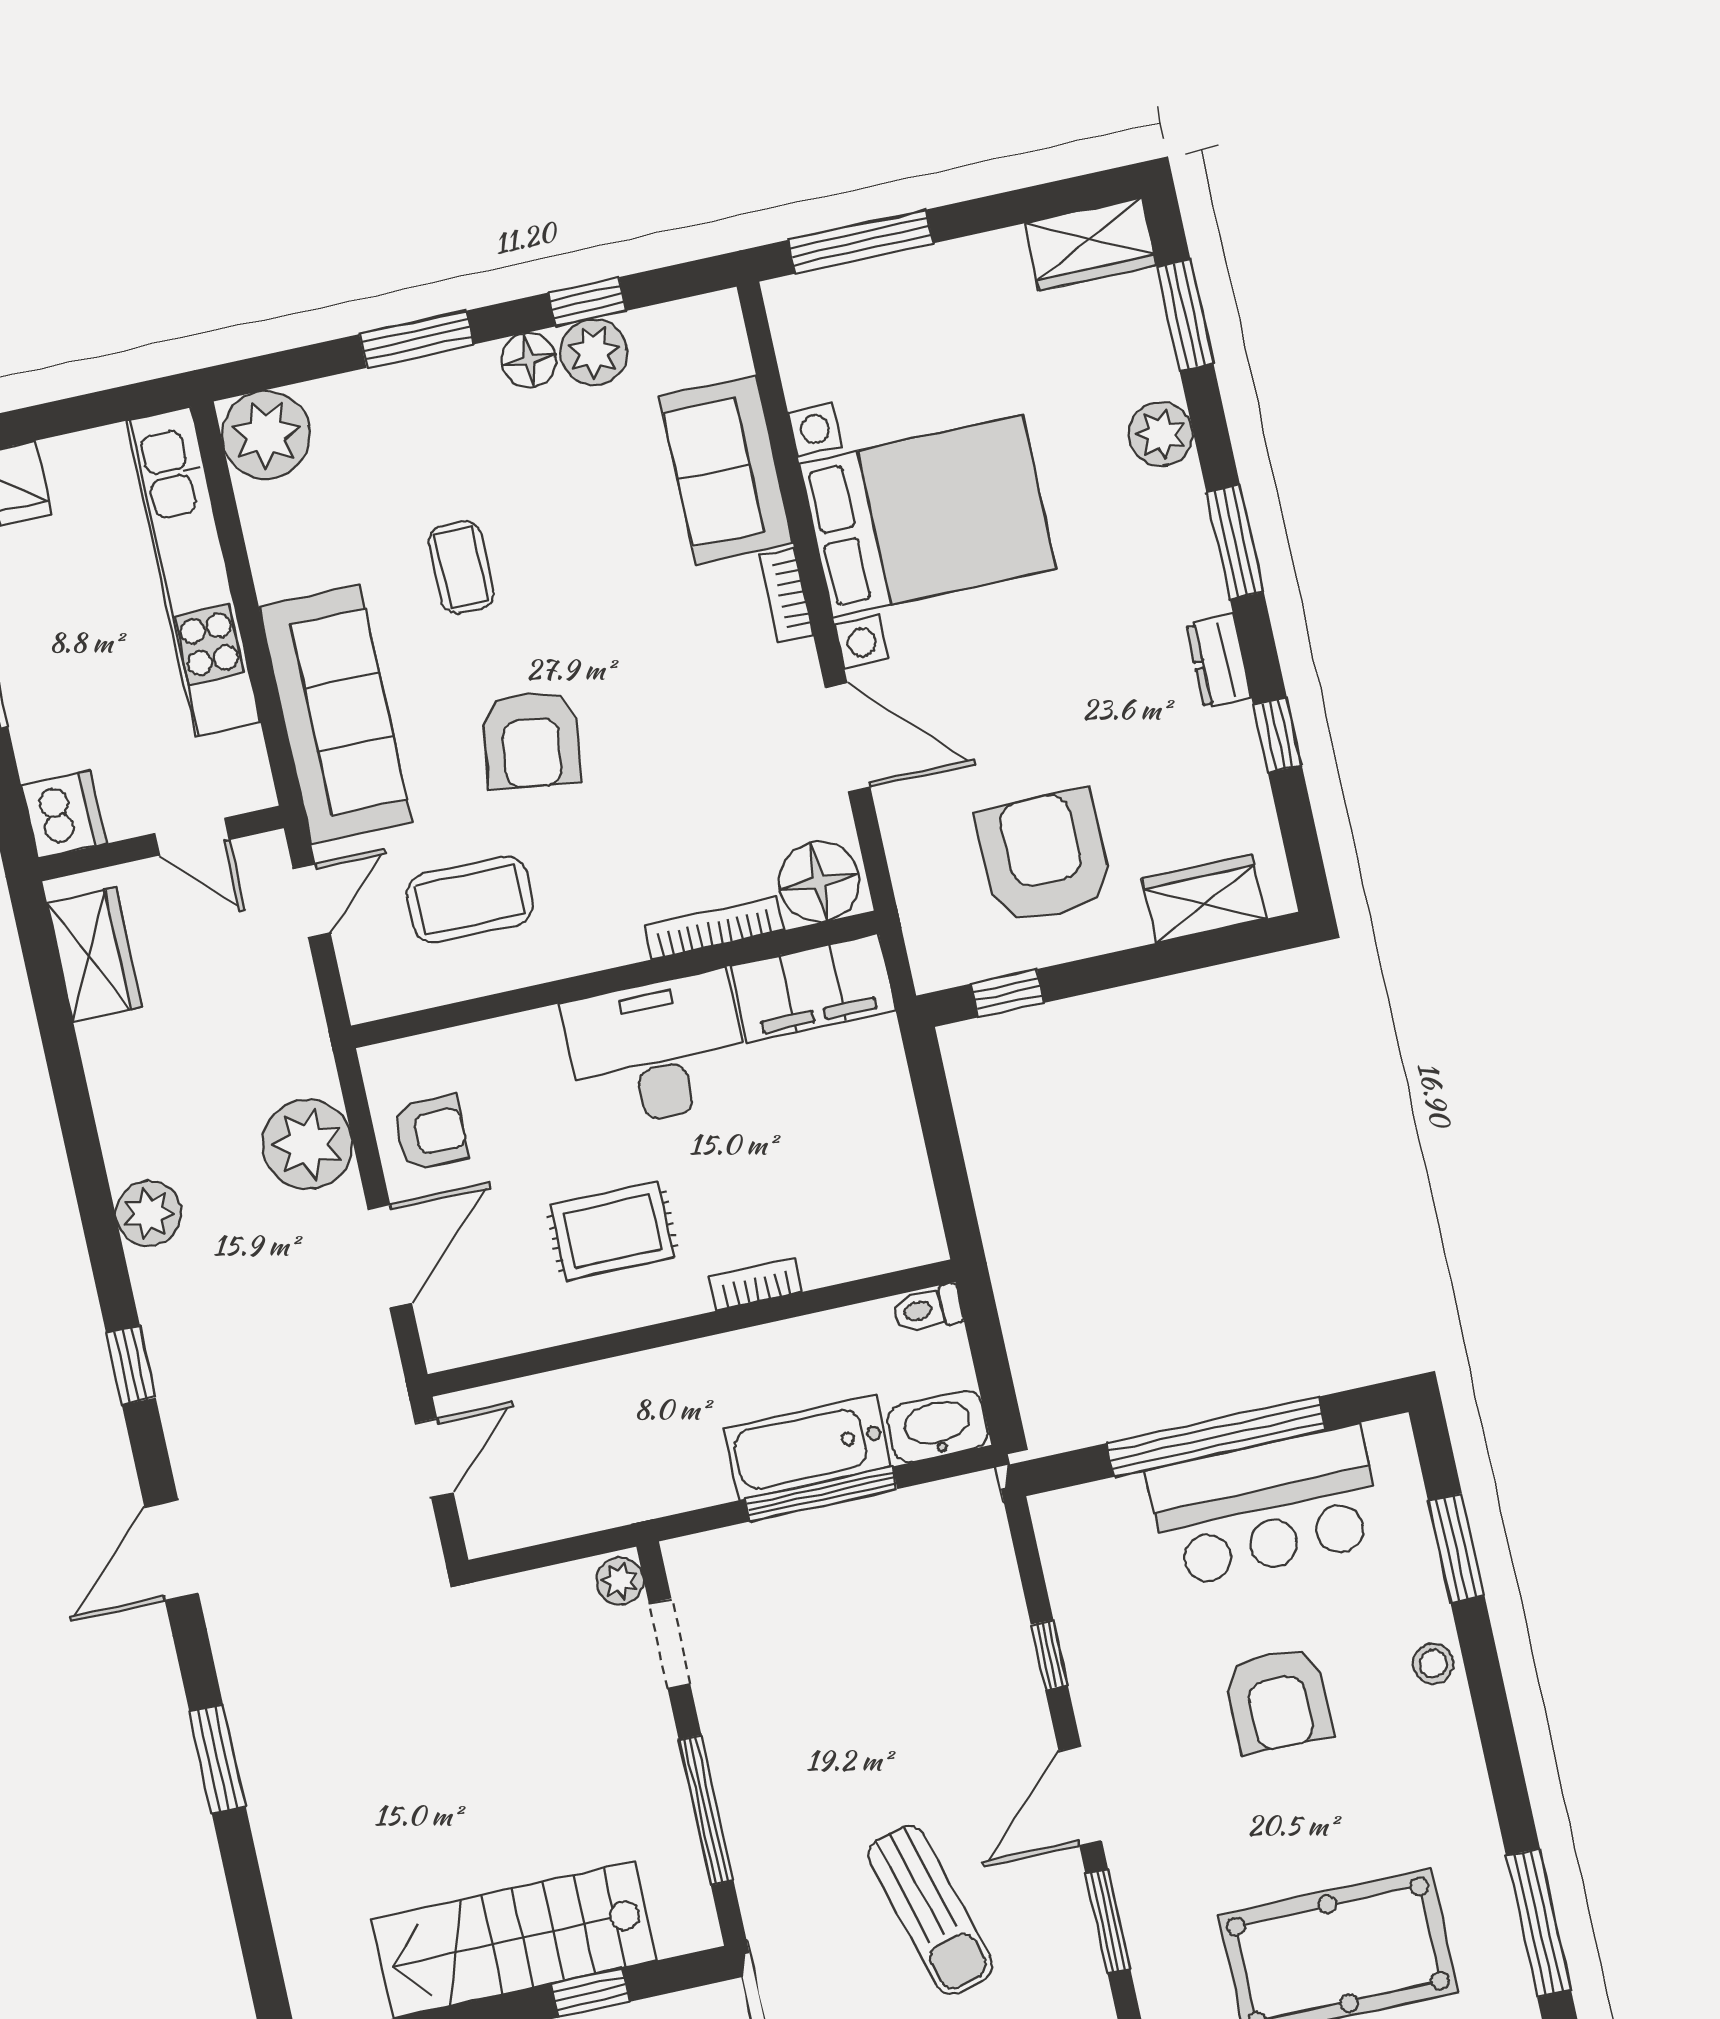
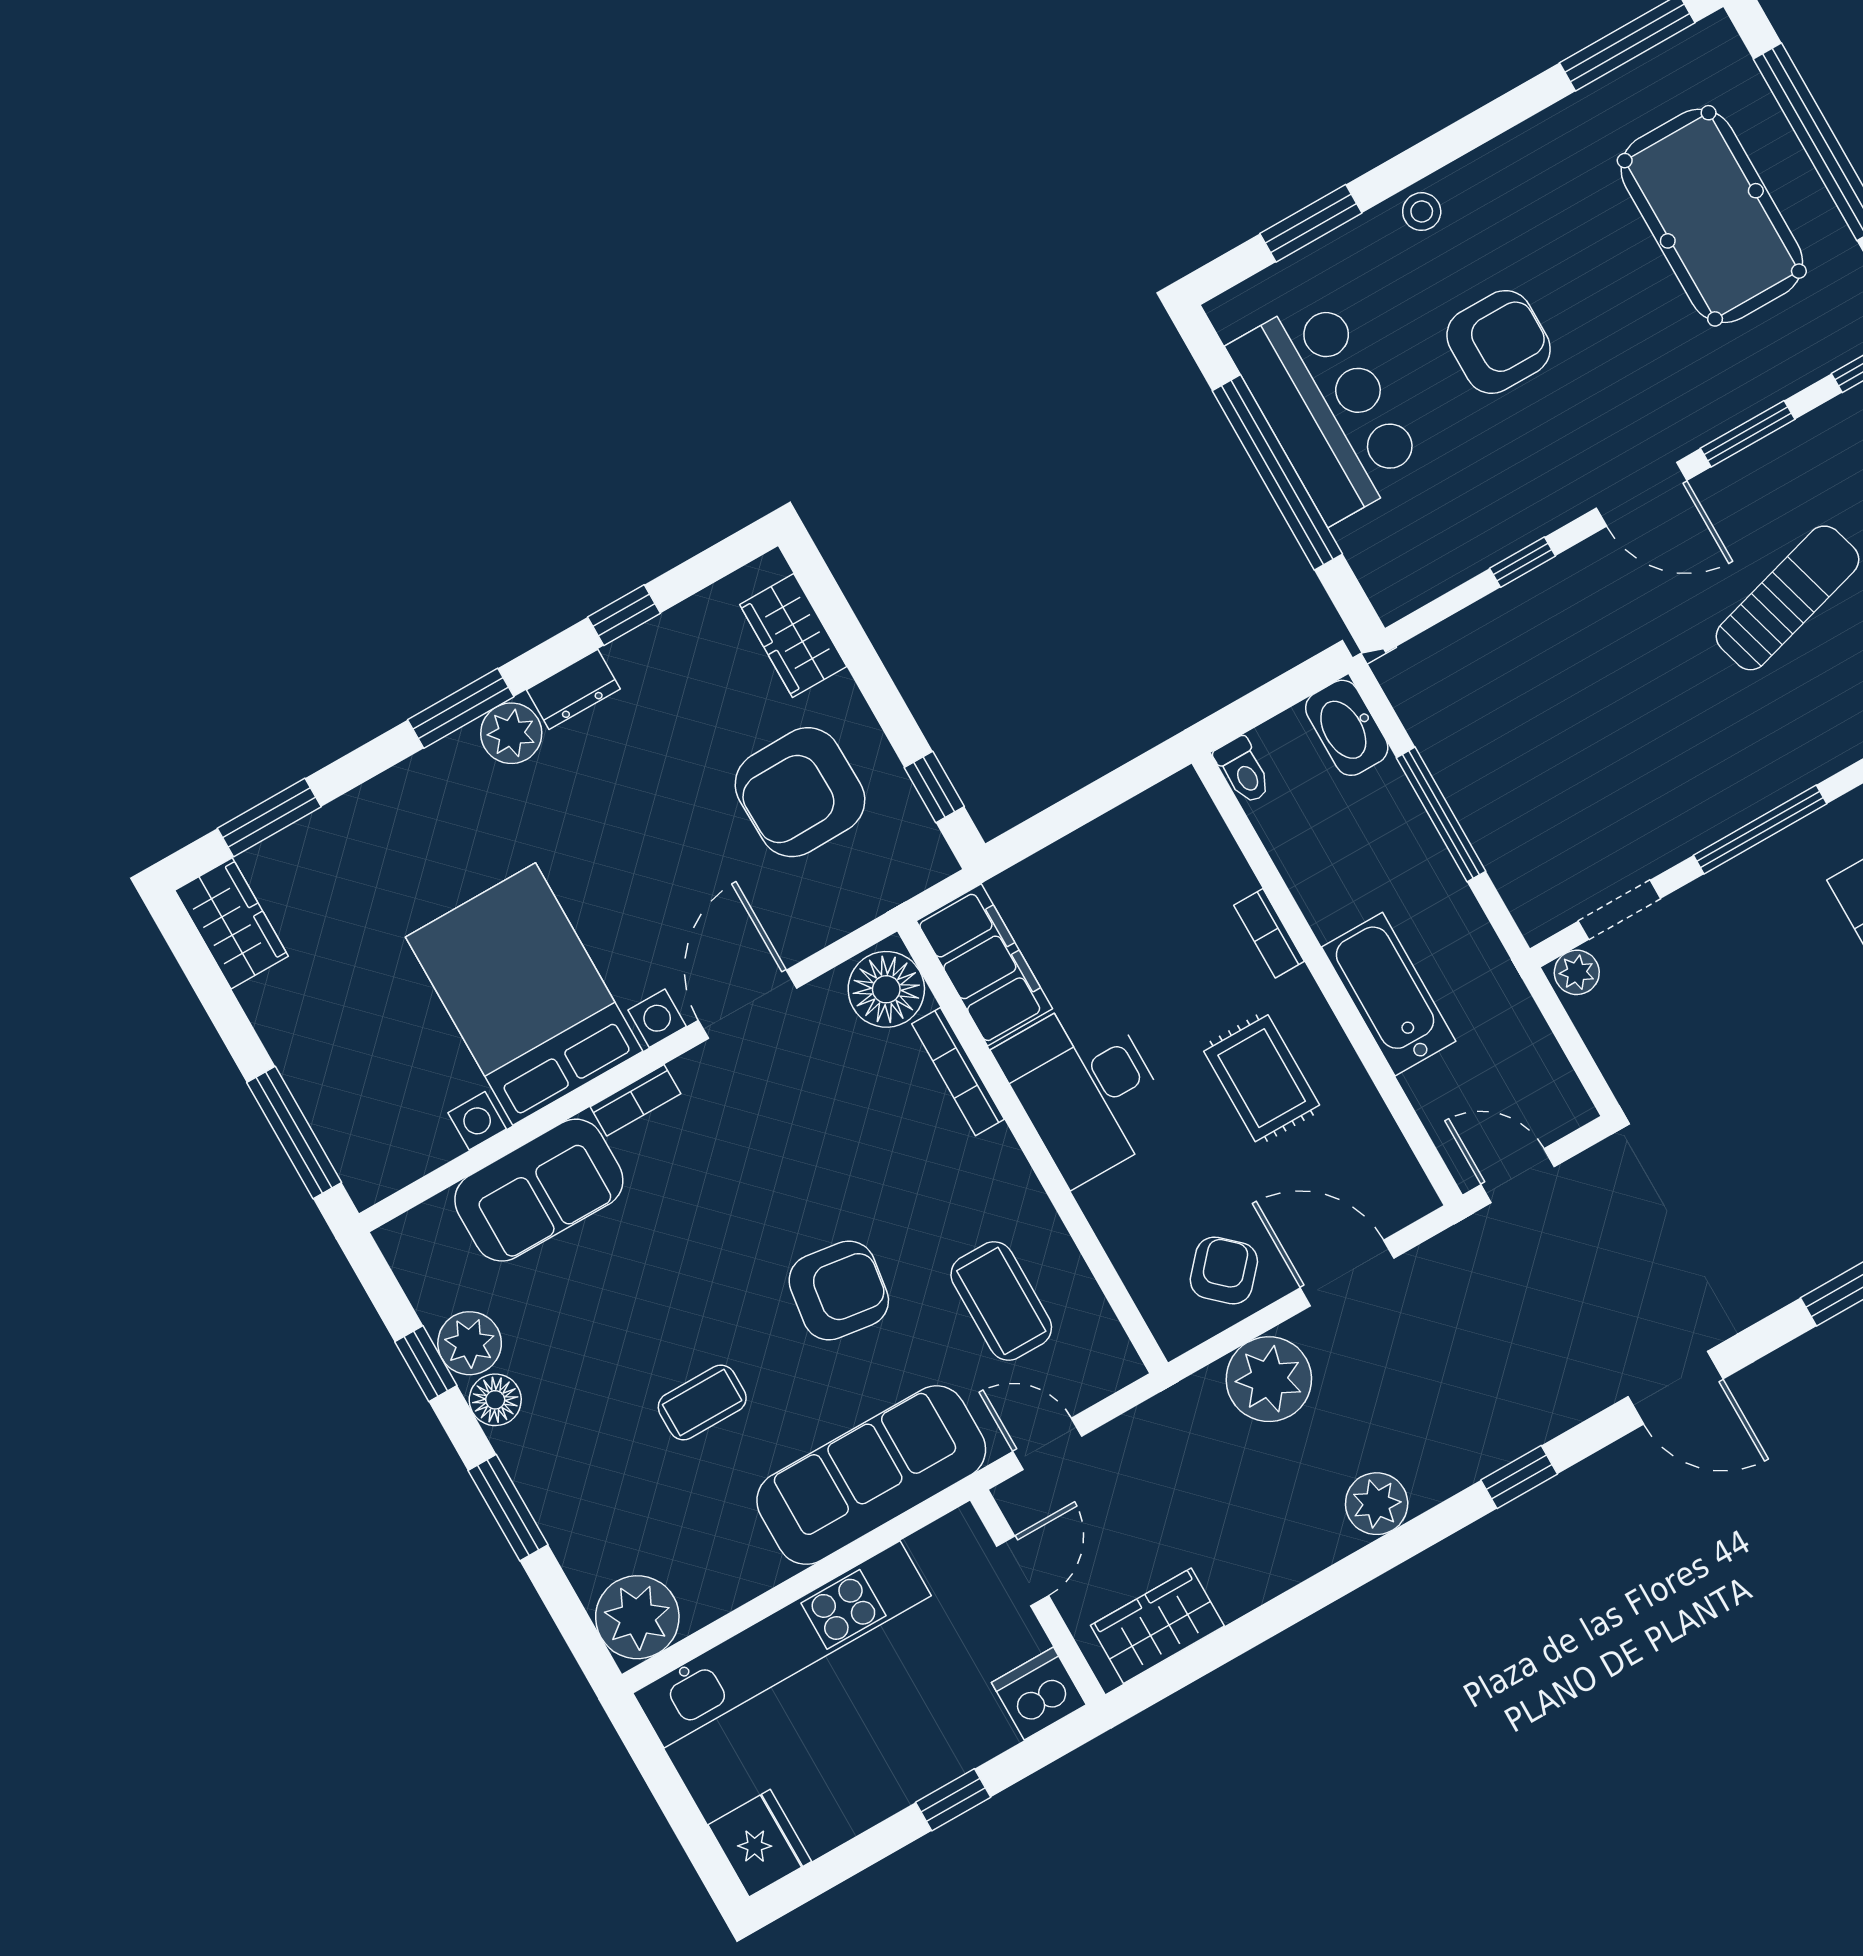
plant: (1161, 434) -> (511, 733), moved
armchair: (431, 1133) -> (1224, 1270), turned 42
bathtub: (808, 1447) -> (1389, 994), moved, turned 180

